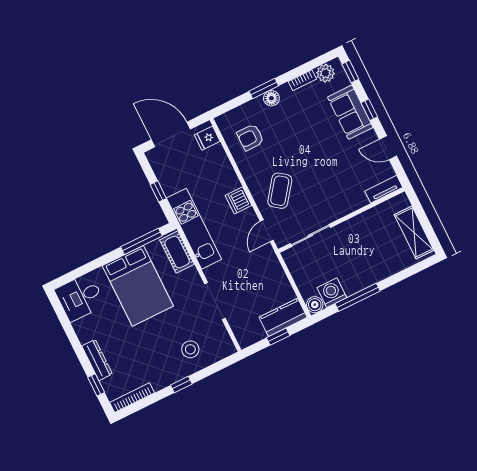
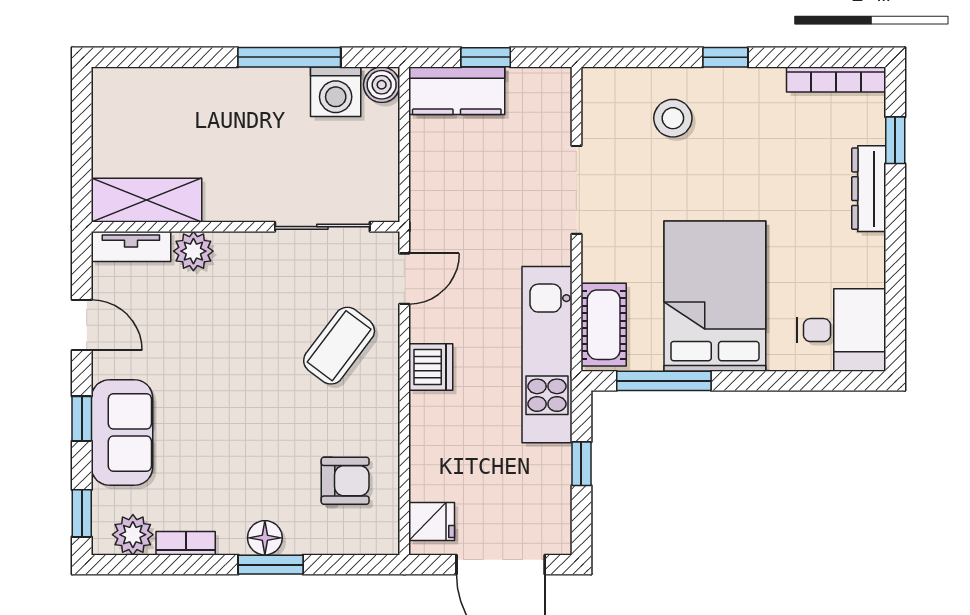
plant: (358, 200) -> (193, 251), added
shelving: (414, 233) -> (146, 200), moved, turned 90

